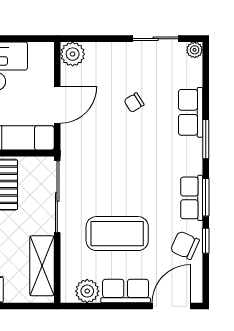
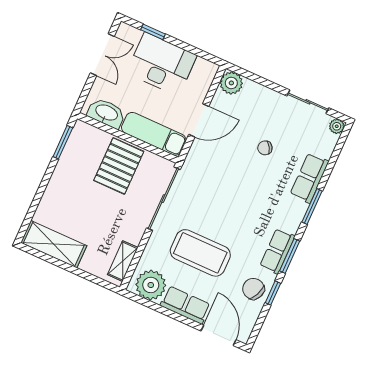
shelving: (42, 266) -> (123, 261), width x0.67, depth x0.75
plant: (87, 291) -> (151, 285), width x1.36, depth x1.36
door: (171, 306) -> (219, 335), hinge flipped

